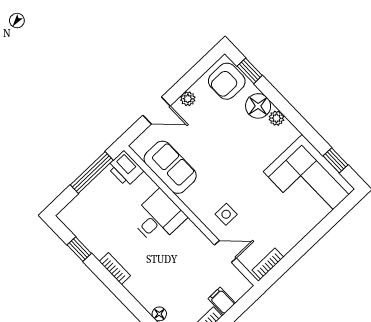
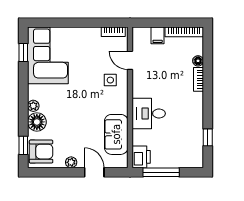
bookcase: (115, 269) -> (198, 79), moved

